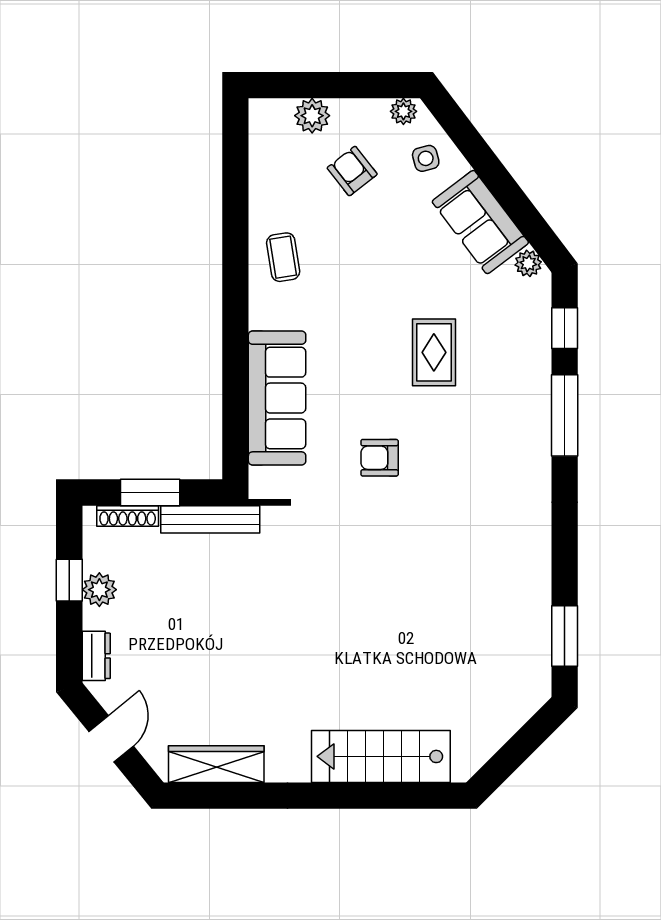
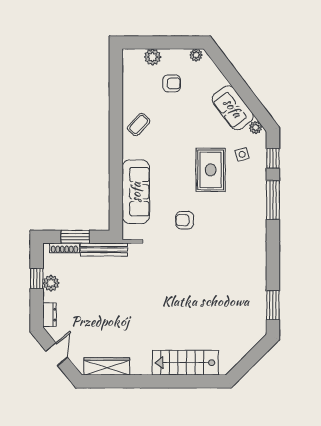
side table: (426, 158) -> (242, 154), moved
armchair: (352, 171) -> (172, 83), turned 128
coffee table: (283, 257) -> (139, 124), turned 52
rug: (434, 352) -> (211, 170), width x1.36, depth x1.43

